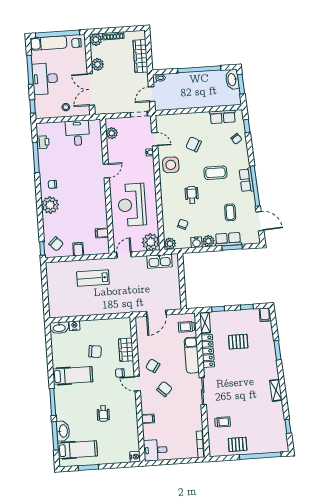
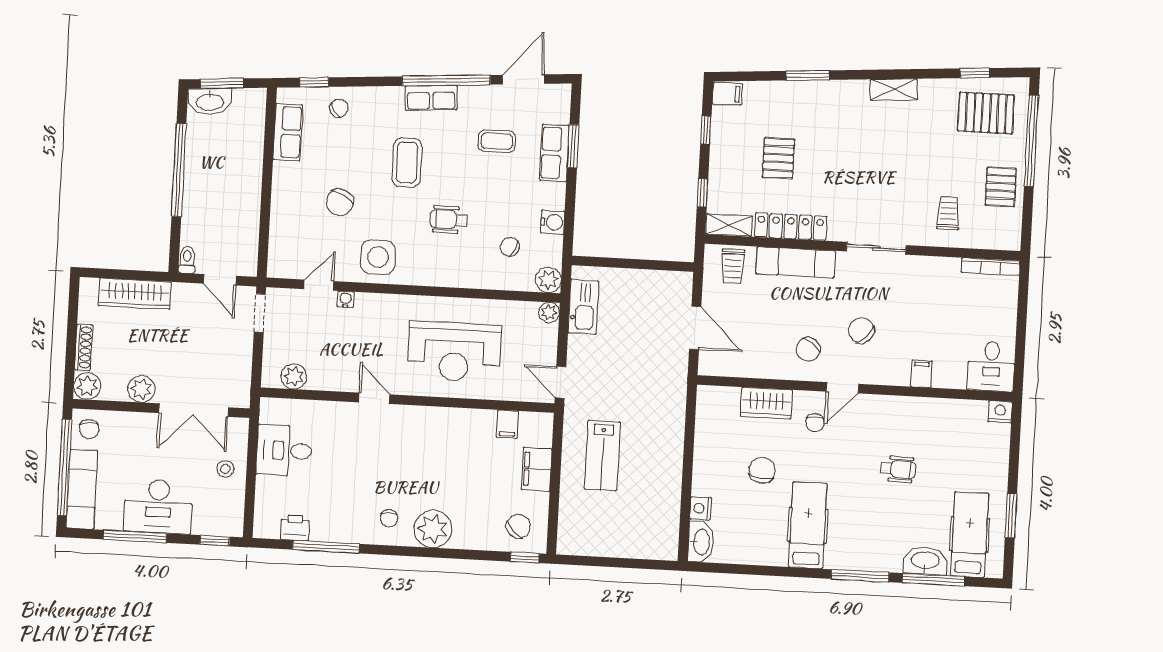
plant: (208, 241) -> (553, 196), removed
plant: (151, 242) -> (549, 313), width x0.53, depth x0.53
filing cabinet: (78, 249) -> (537, 469), width x2.00
pallet: (270, 434) -> (986, 113), added

